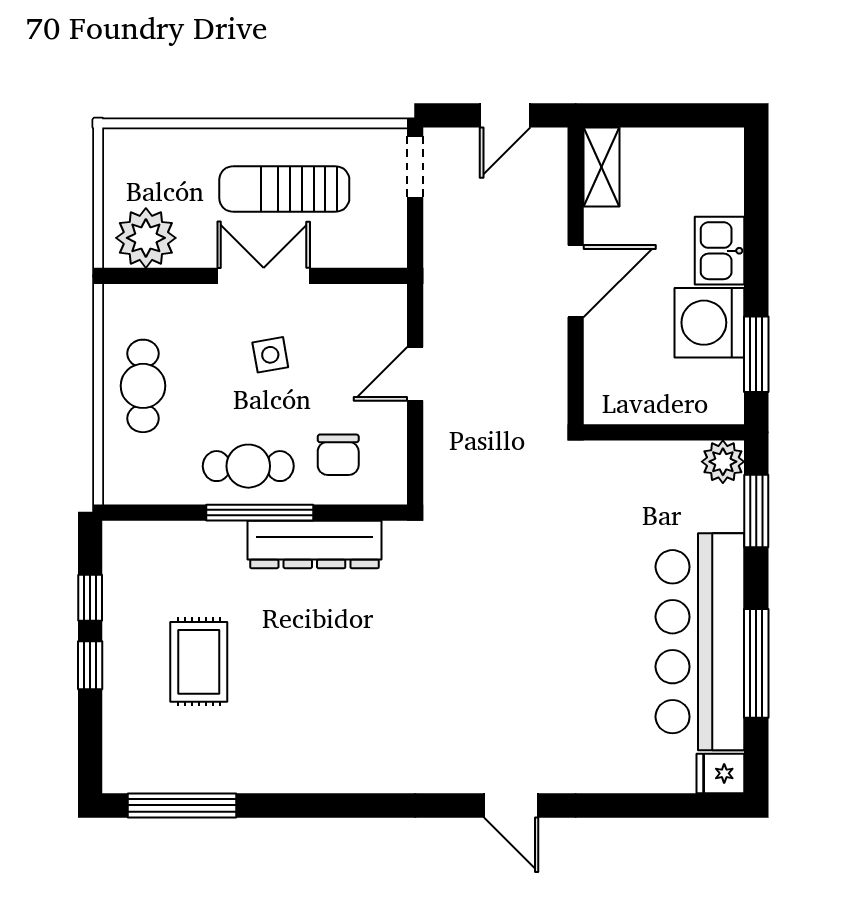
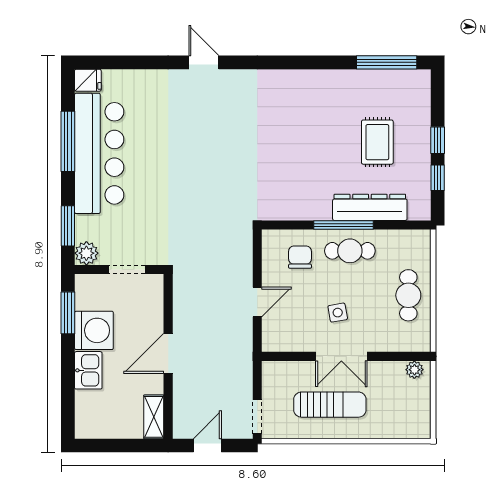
plant: (146, 238) -> (414, 370), width x0.53, depth x0.53
doorway: (650, 432) -> (127, 270), added
dresser: (314, 544) -> (370, 207), moved

